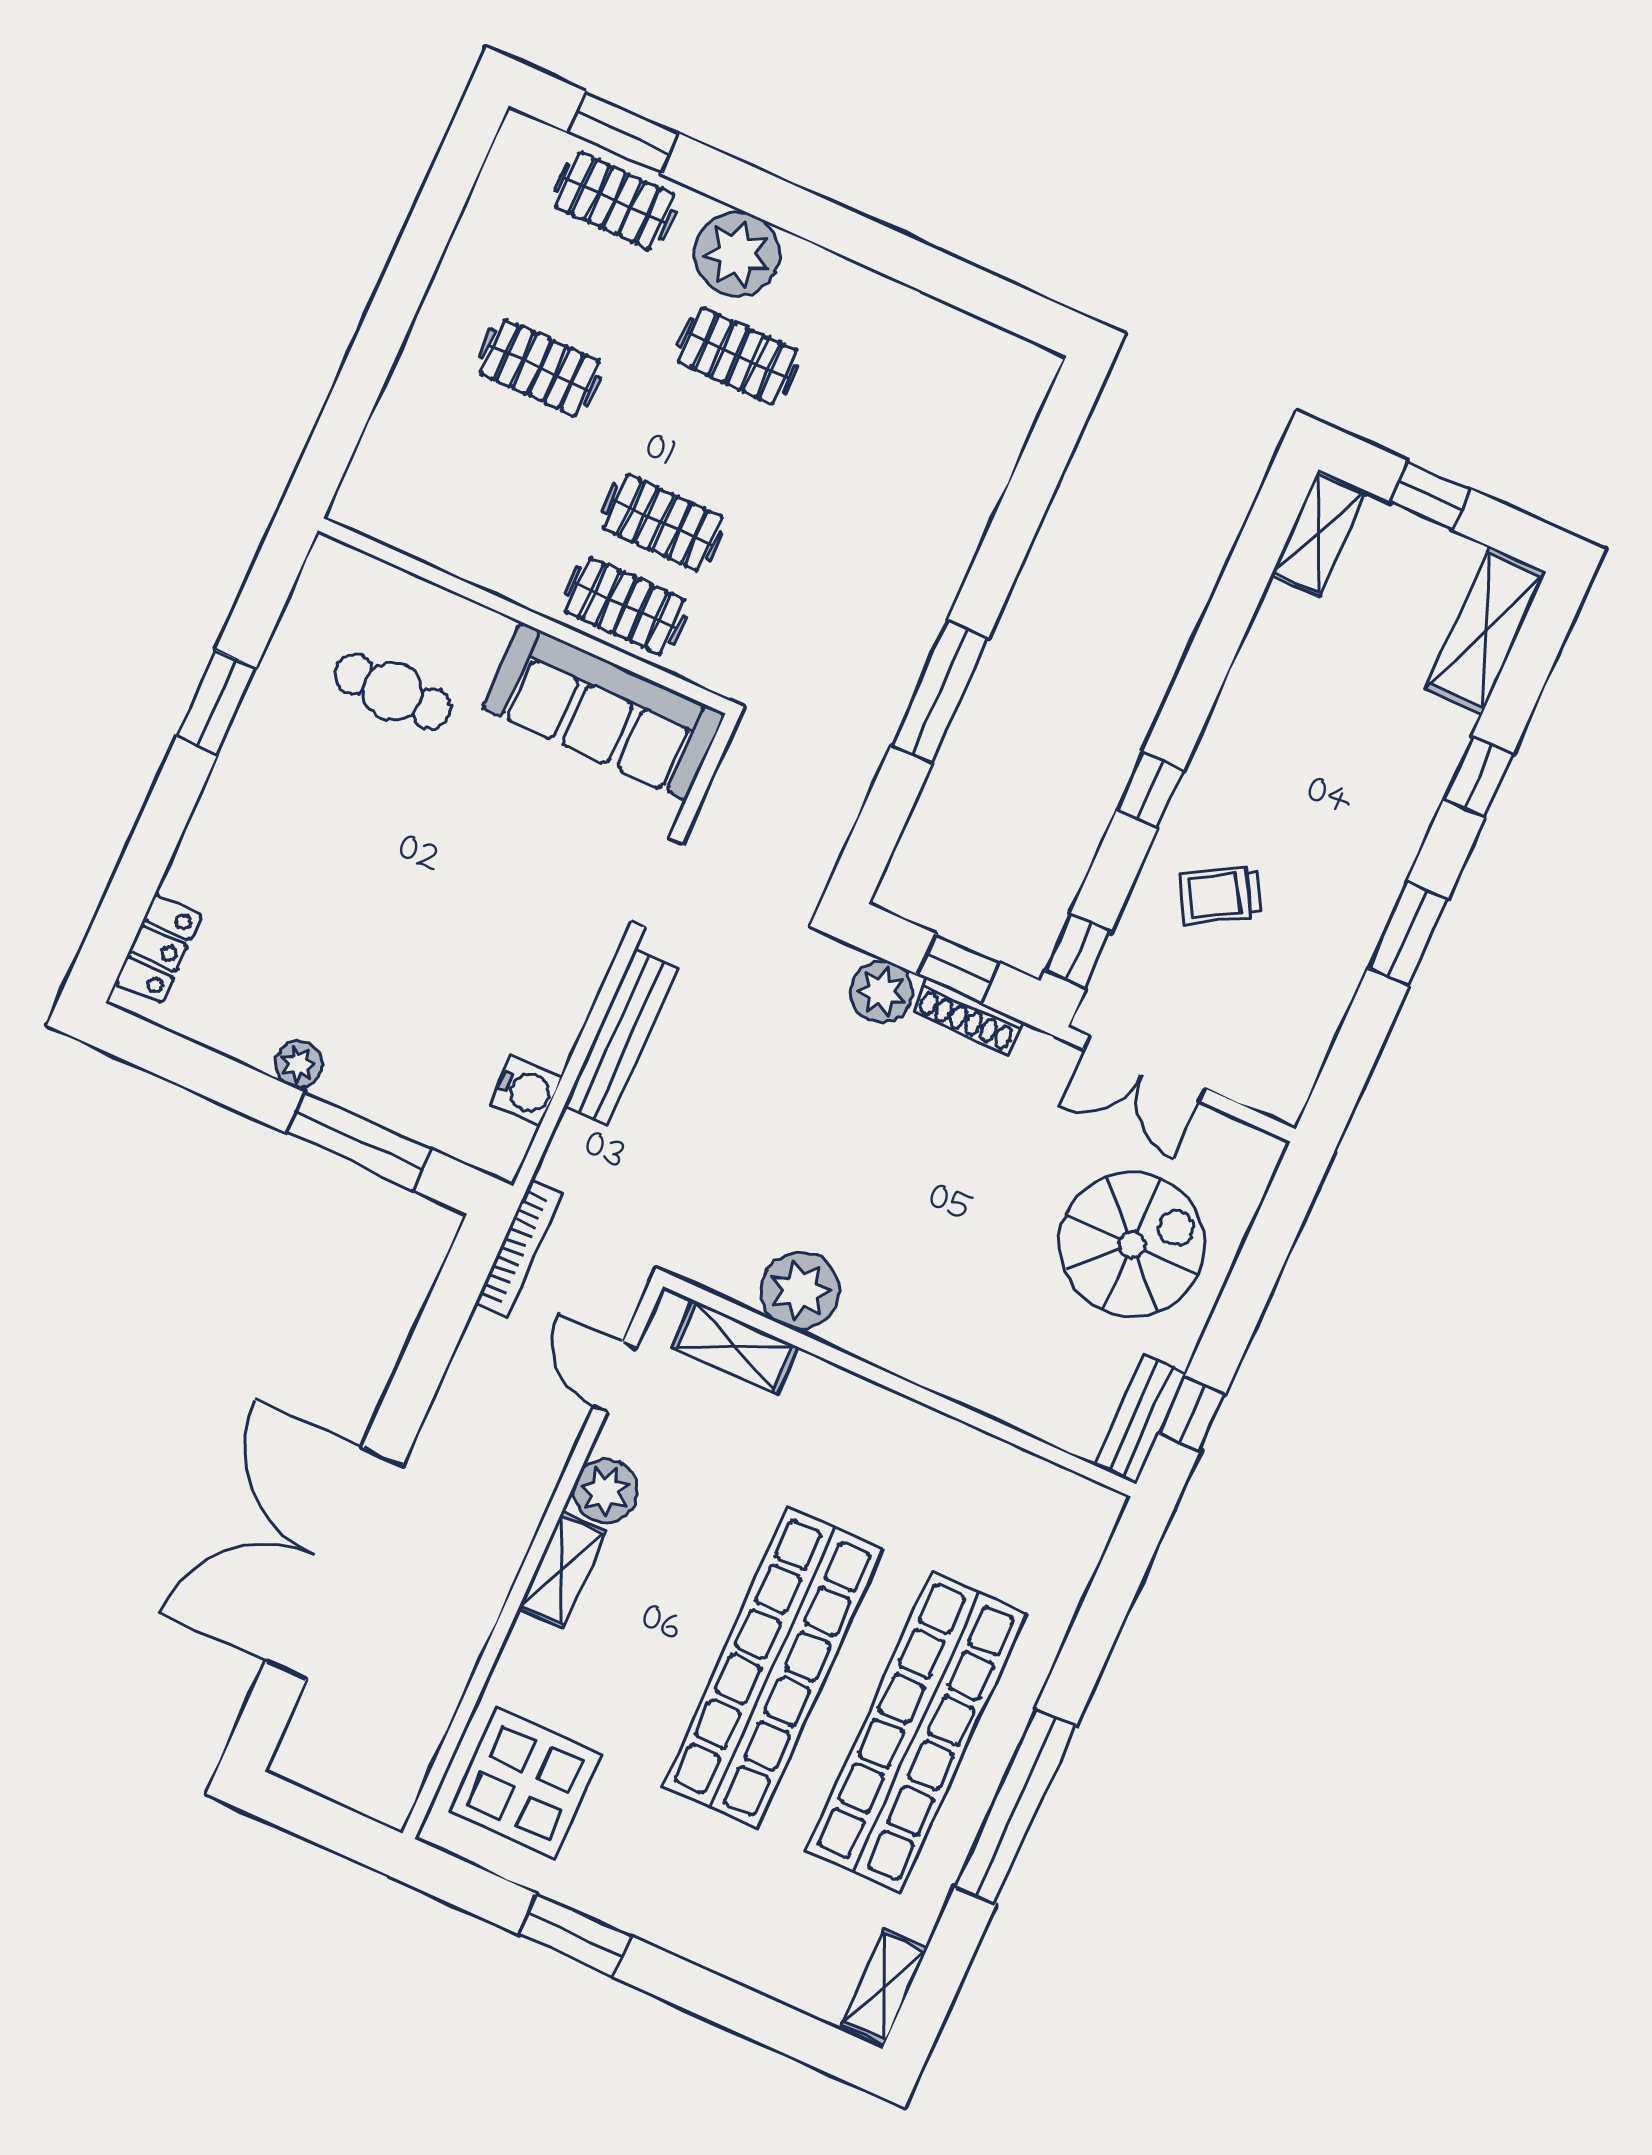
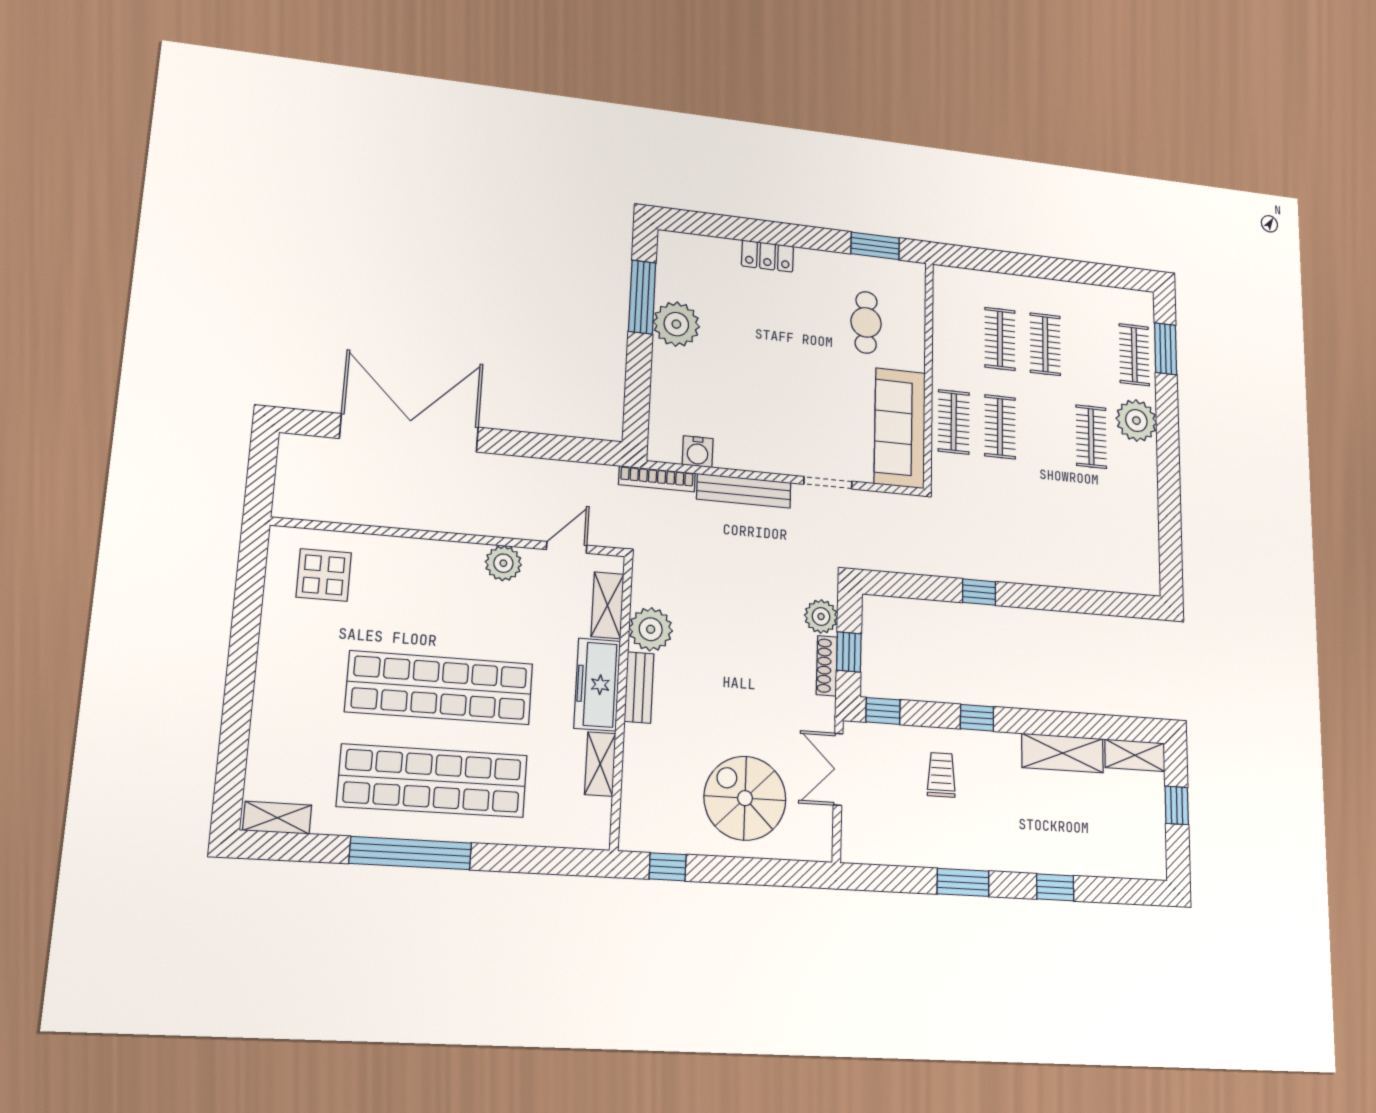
clothes rail: (502, 451) -> (1000, 339), added
shelving: (1486, 630) -> (1062, 753), moved
window: (940, 692) -> (979, 592), width x0.46
window: (216, 702) -> (875, 246), moved
trolley: (1220, 895) -> (941, 775), turned 30
locker: (158, 949) -> (767, 256), moved
plant: (299, 1065) -> (676, 324), width x1.88, depth x1.88
window: (359, 1141) -> (642, 297), moved
spiral stairs: (1132, 1244) -> (745, 798), turned 180
bookcase: (519, 1249) -> (657, 479), moved
freezer: (859, 1414) -> (597, 684), added
bench: (1140, 1419) -> (639, 687), moved, turned 90
shelving: (562, 1570) -> (600, 764), moved, turned 90
display table: (526, 1783) -> (324, 575), width x0.73, depth x0.73
window: (575, 1935) -> (245, 632), removed

